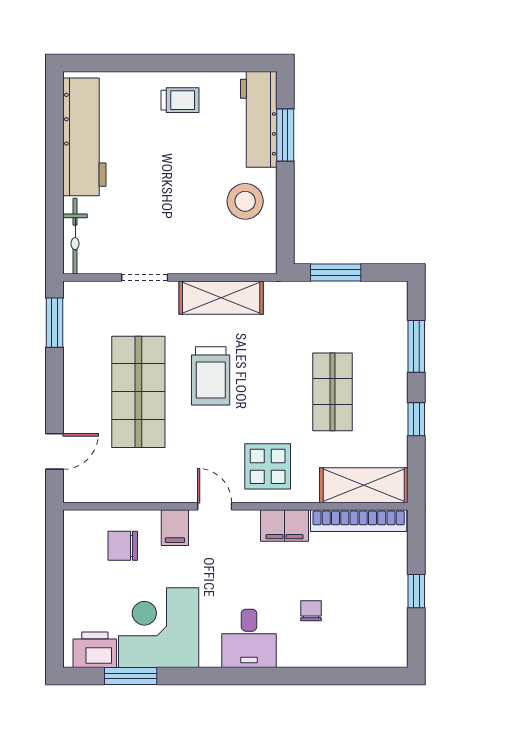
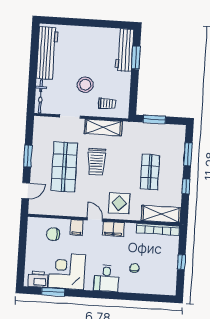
trolley: (180, 100) -> (107, 104), moved
stool: (245, 201) -> (85, 85), moved
window: (55, 323) -> (28, 156), moved
filing cabinet: (284, 526) -> (113, 229), moved

